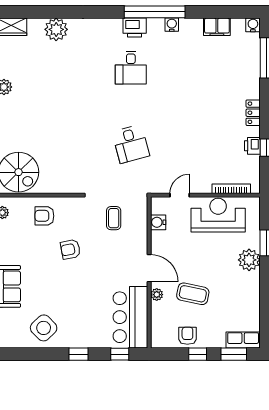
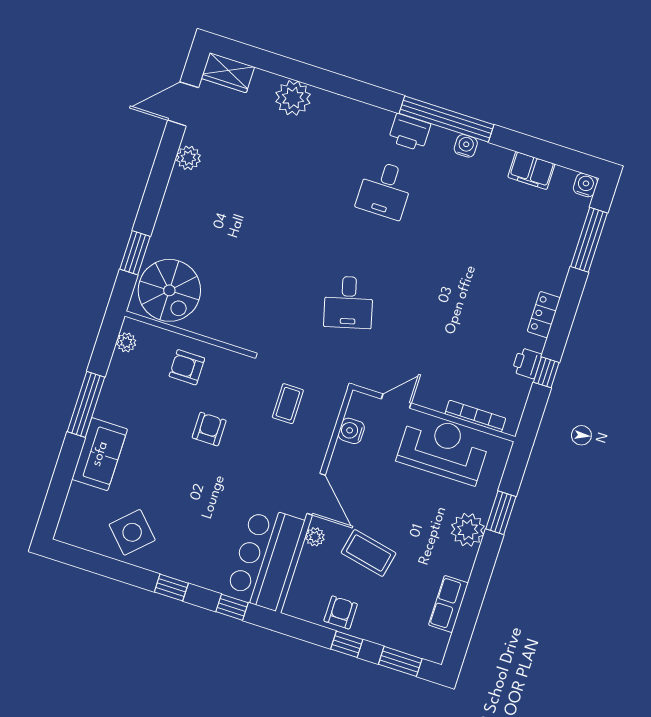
armchair: (70, 249) -> (209, 429), turned 101
row of seats: (243, 340) -> (448, 604), moved, turned -90

